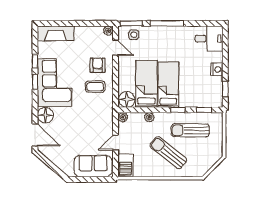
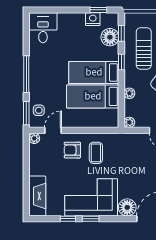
nightstand: (217, 69) -> (93, 19), moved
floor lamp: (127, 99) -> (110, 37), moved
sun lounger: (190, 130) -> (144, 48), turned 180

